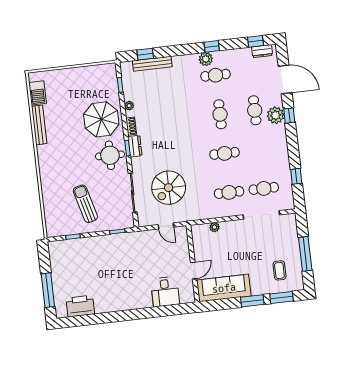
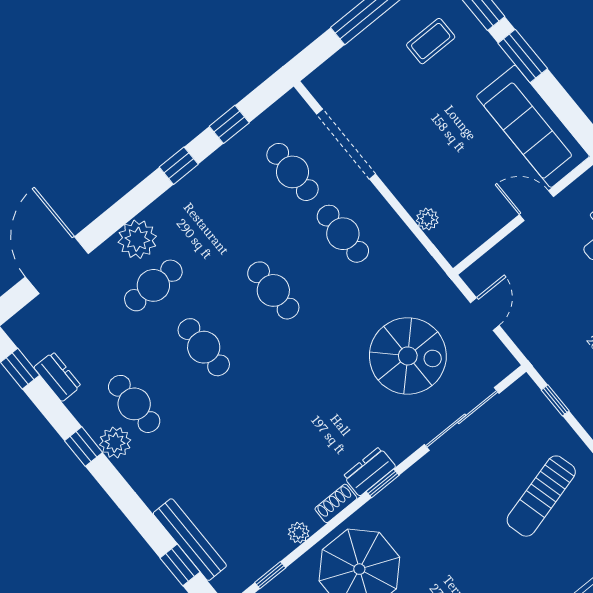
dresser: (262, 51) -> (57, 377), moved
cafe table: (220, 114) -> (204, 347), turned 90
window: (289, 116) -> (179, 166), moved
round table: (110, 155) -> (418, 508), removed

